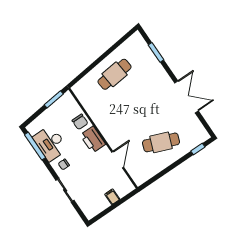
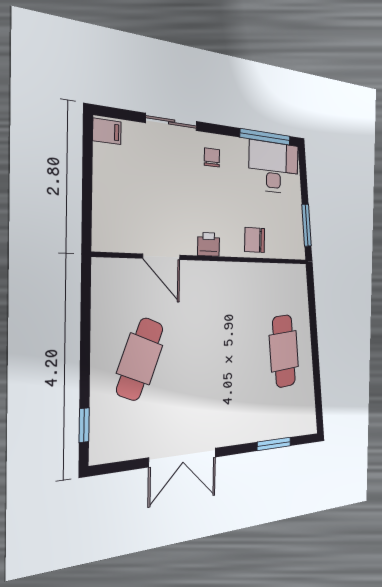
printer: (93, 140) -> (209, 244), width x0.53, depth x0.68
desk: (50, 143) -> (274, 167), moved
filing cabinet: (112, 197) -> (107, 131), moved

